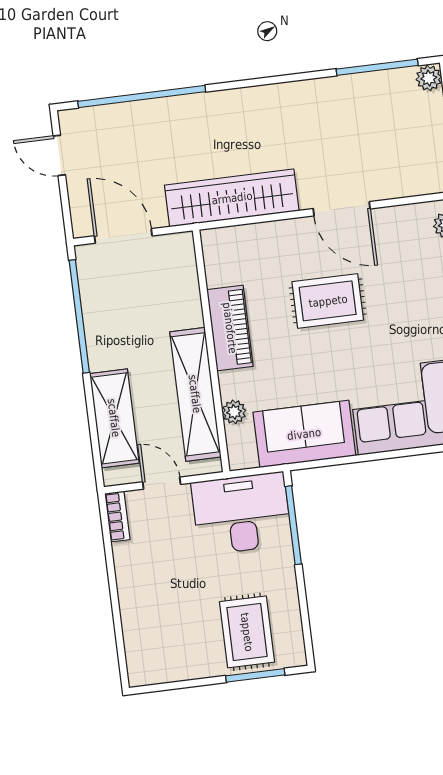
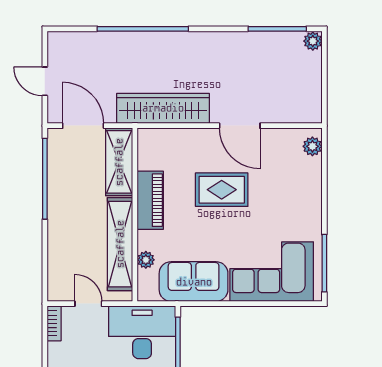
window: (142, 97) -> (143, 29), moved
door: (59, 155) -> (45, 81), moved
shelving: (114, 418) -> (119, 162), moved

